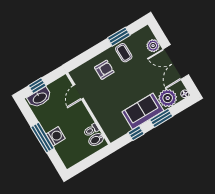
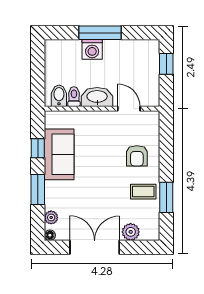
washbasin: (40, 98) -> (97, 97), moved, turned 90
plant: (168, 98) -> (51, 217), width x0.53, depth x0.53
sofa: (143, 111) -> (59, 154), moved

